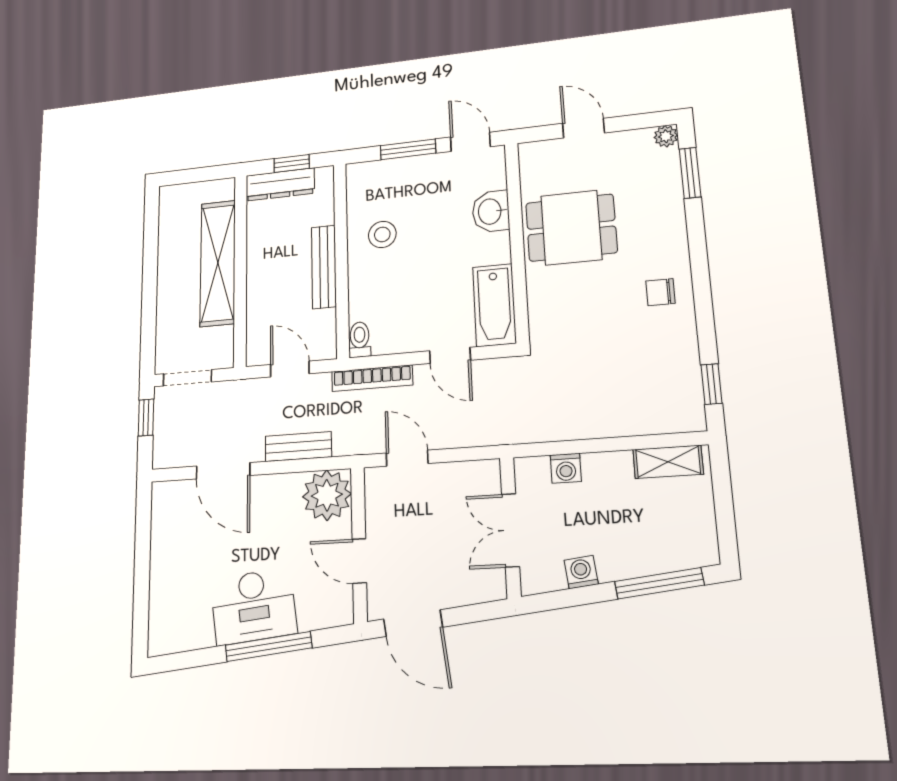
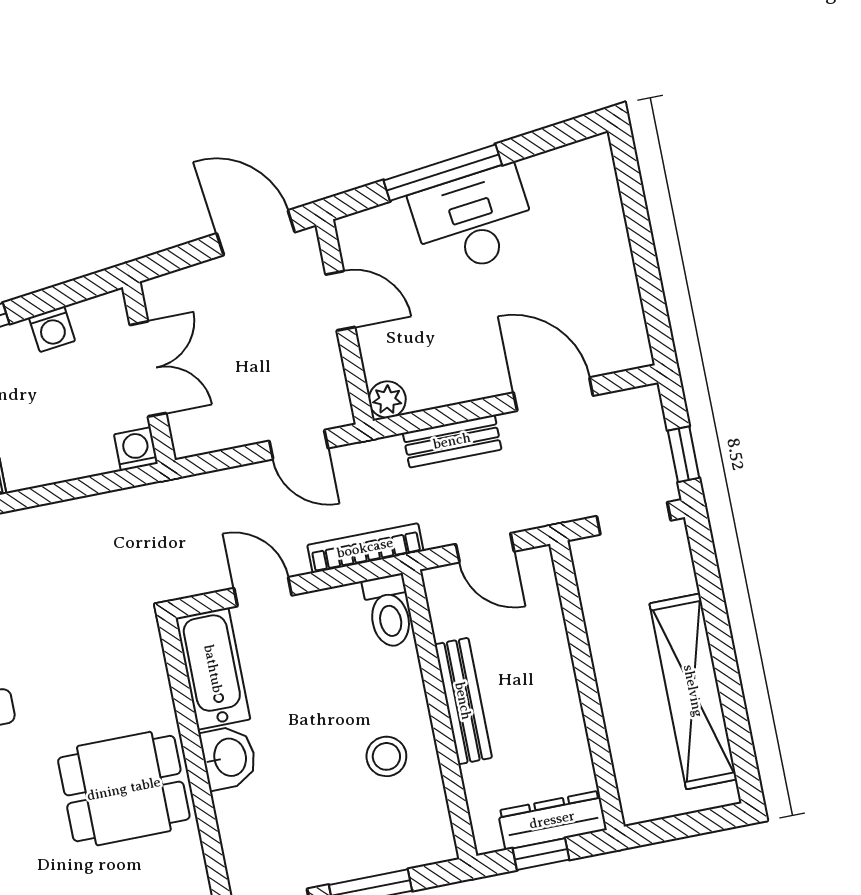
washbasin: (491, 211) -> (229, 758), moved
shelving: (218, 263) -> (693, 691), moved
toilet: (360, 340) -> (389, 611), width x1.37, depth x1.39
washing machine: (566, 468) -> (136, 449), moved
plant: (327, 495) -> (387, 400), width x0.53, depth x0.53

